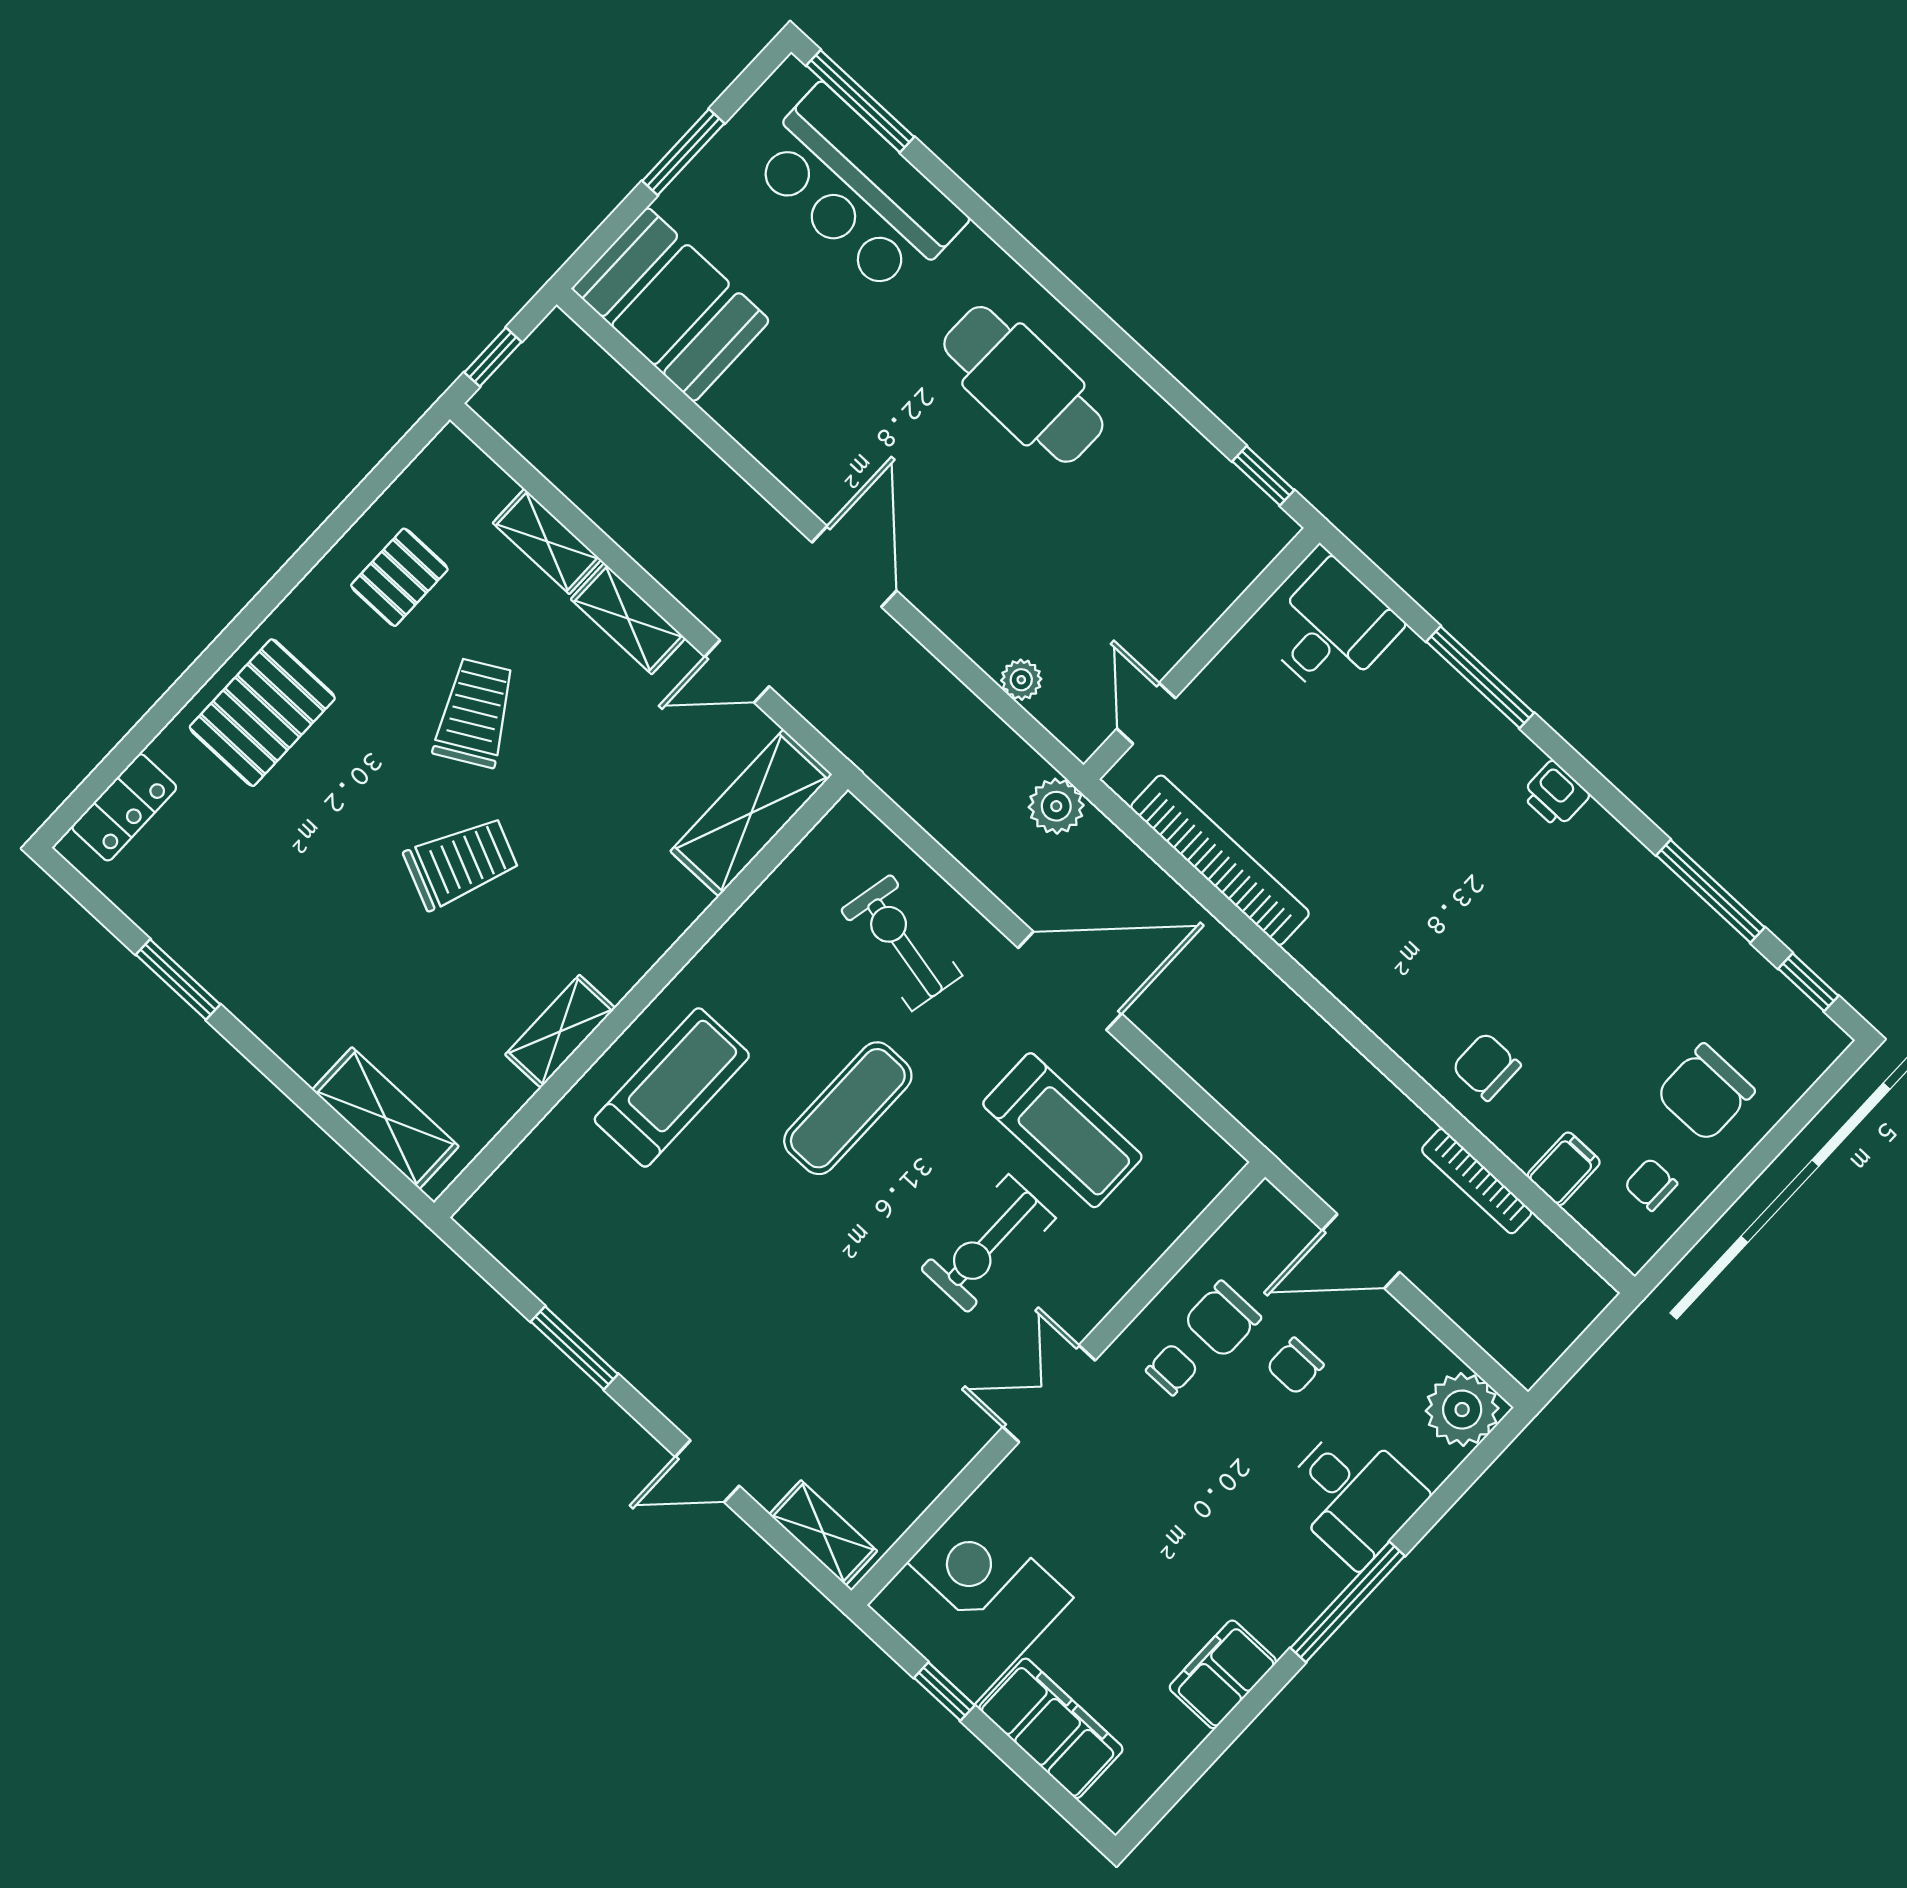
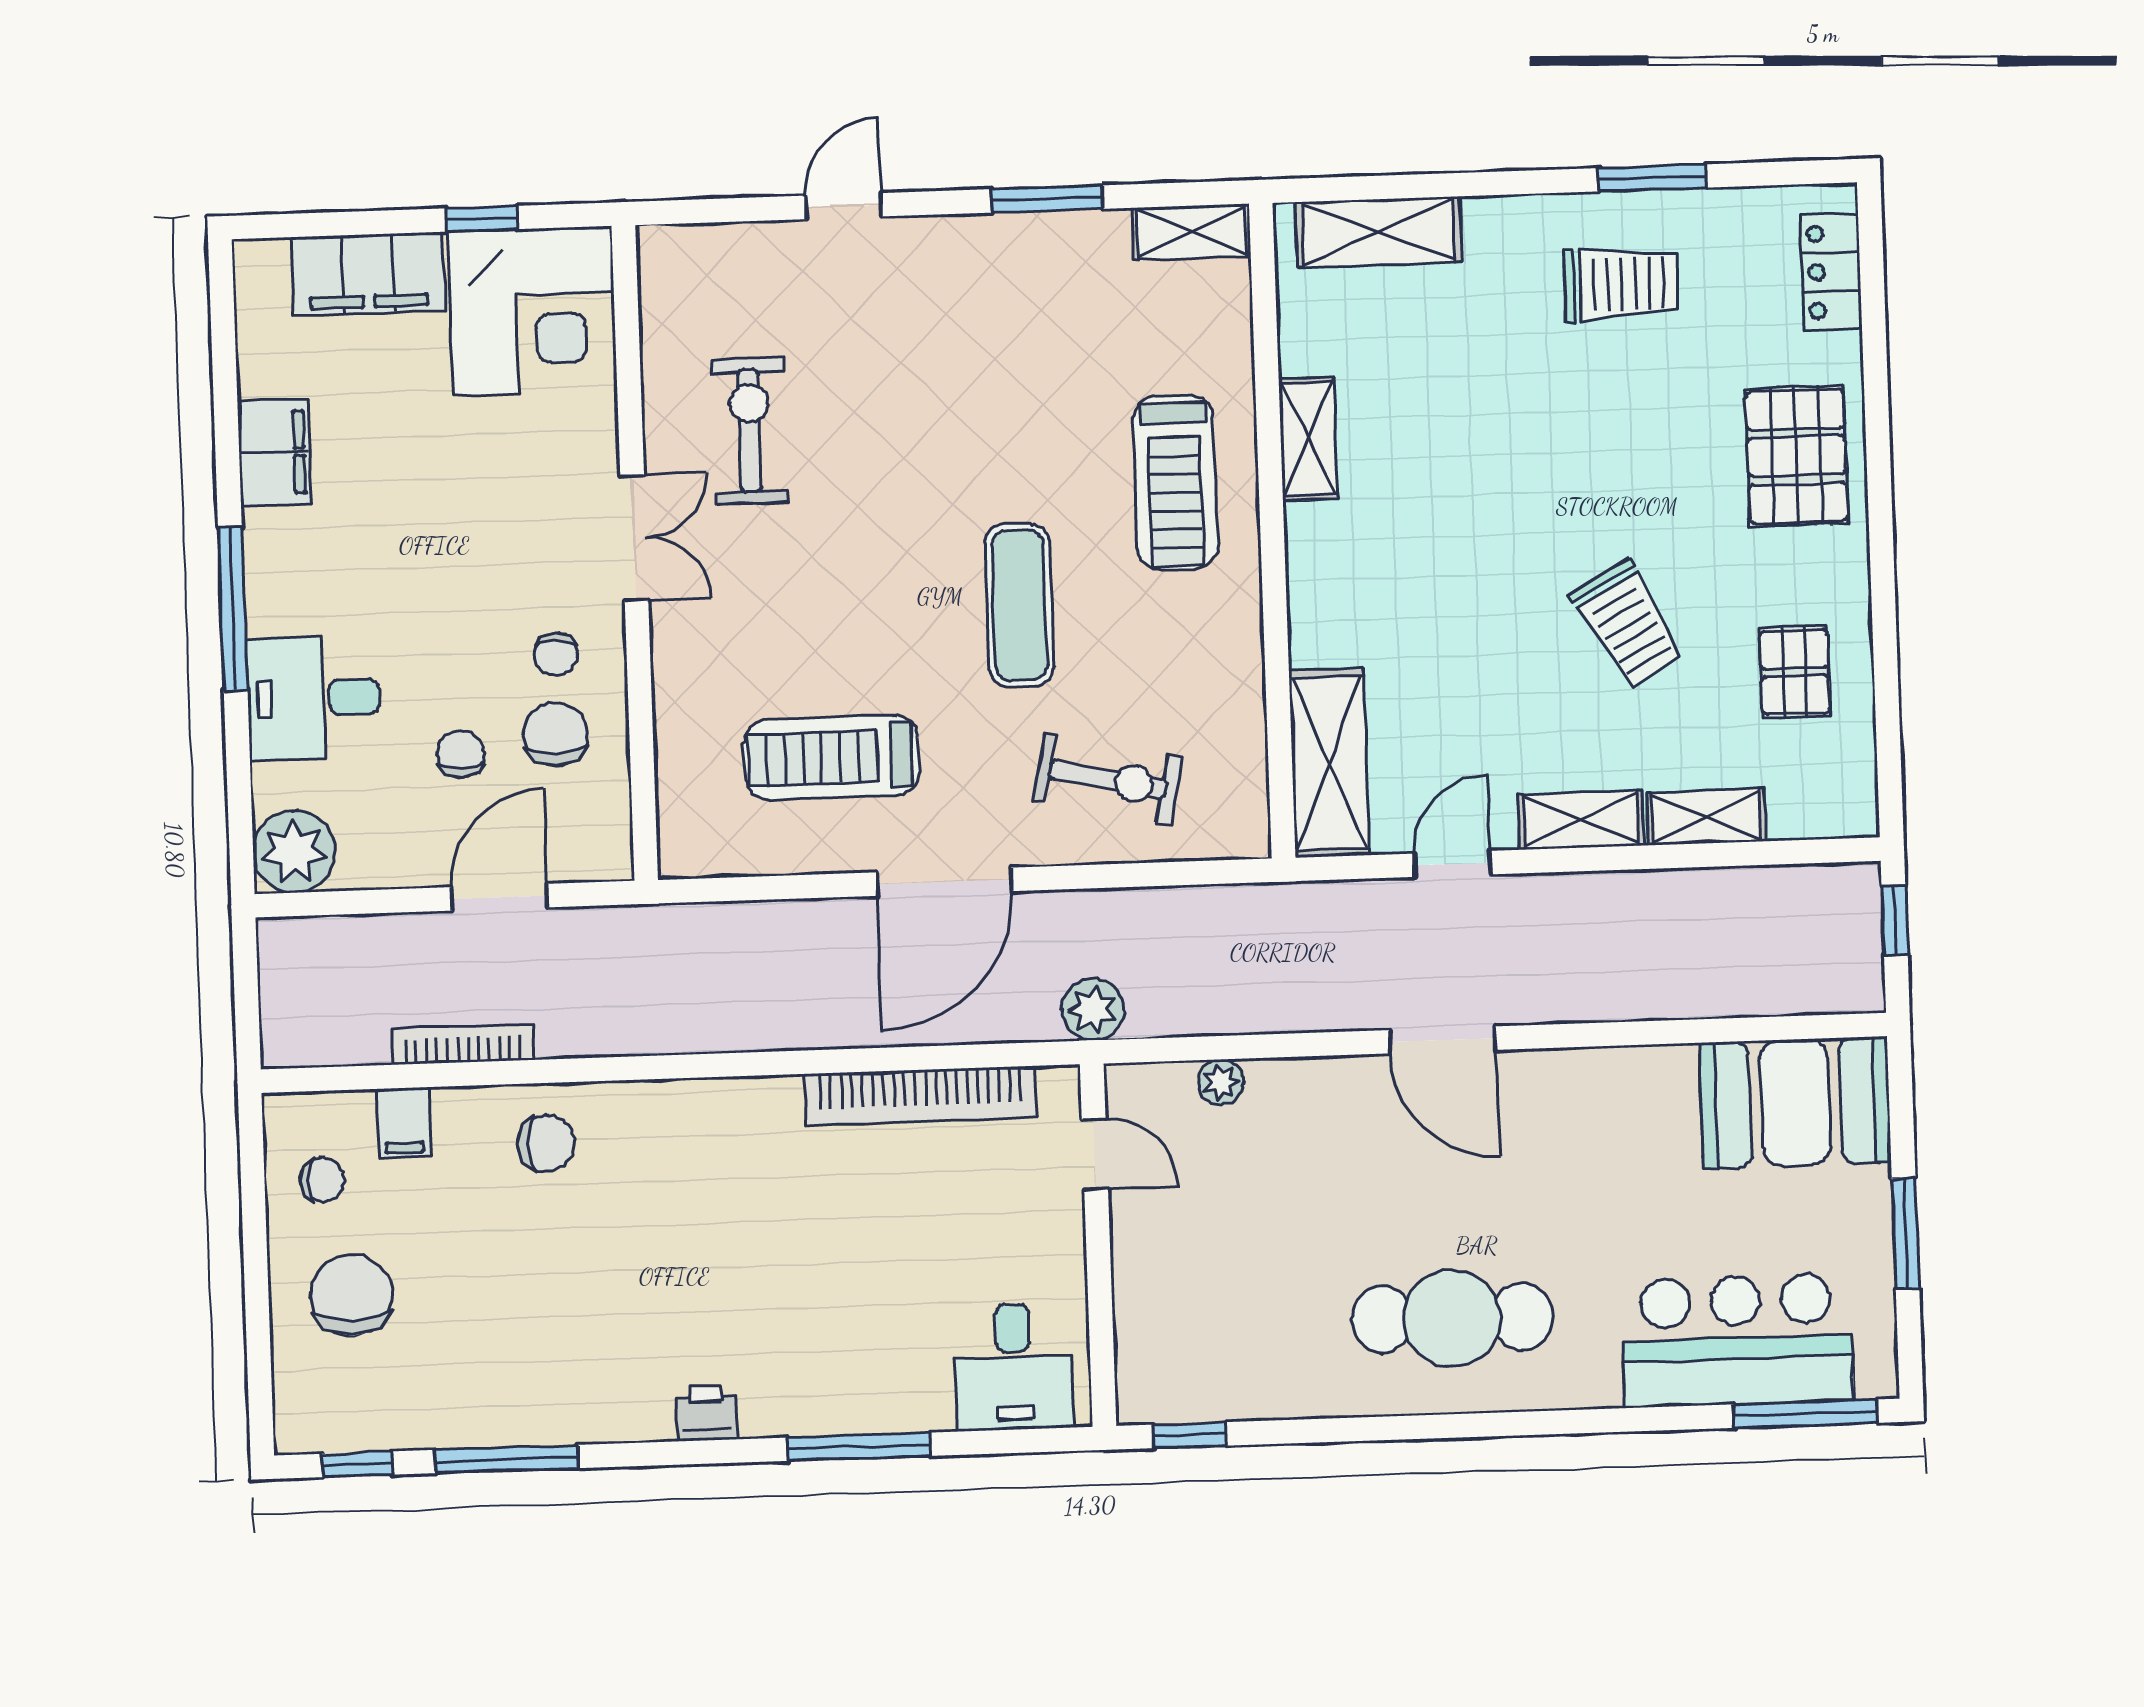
trolley: (461, 863) -> (1621, 284), moved, turned -114
exercise bike: (988, 1244) -> (750, 431), moved
shelving: (823, 1533) -> (1192, 232), moved

